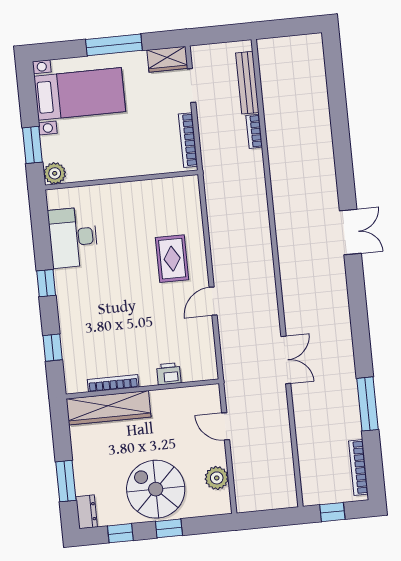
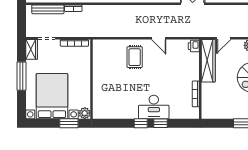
bed with nightstands: (80, 94) -> (52, 96), width x1.36
desk: (73, 237) -> (154, 107), moved
rug: (172, 259) -> (135, 57), turned 90
window: (53, 348) -> (161, 123), moved
printer: (169, 374) -> (194, 46), moved
wardrobe: (109, 408) -> (208, 61), moved

